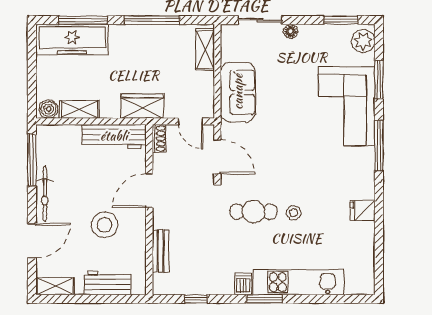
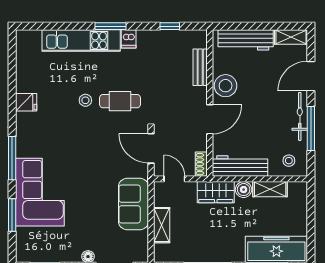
plant: (363, 41) -> (26, 248), removed
shelving: (205, 50) -> (162, 225), moved
boiler: (49, 109) -> (244, 190), moved
stool: (57, 143) -> (289, 161), added
window: (32, 160) -> (311, 129), moved
stool: (104, 225) -> (226, 86), moved
workbench: (108, 283) -> (246, 40), width x1.38

